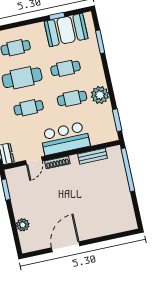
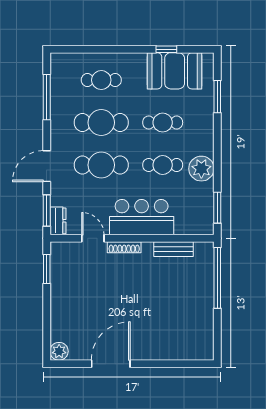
cafe table: (29, 108) -> (101, 165), width x1.37, depth x1.35
door: (34, 161) -> (93, 238), swing flipped
plant: (23, 225) -> (59, 351), moved

